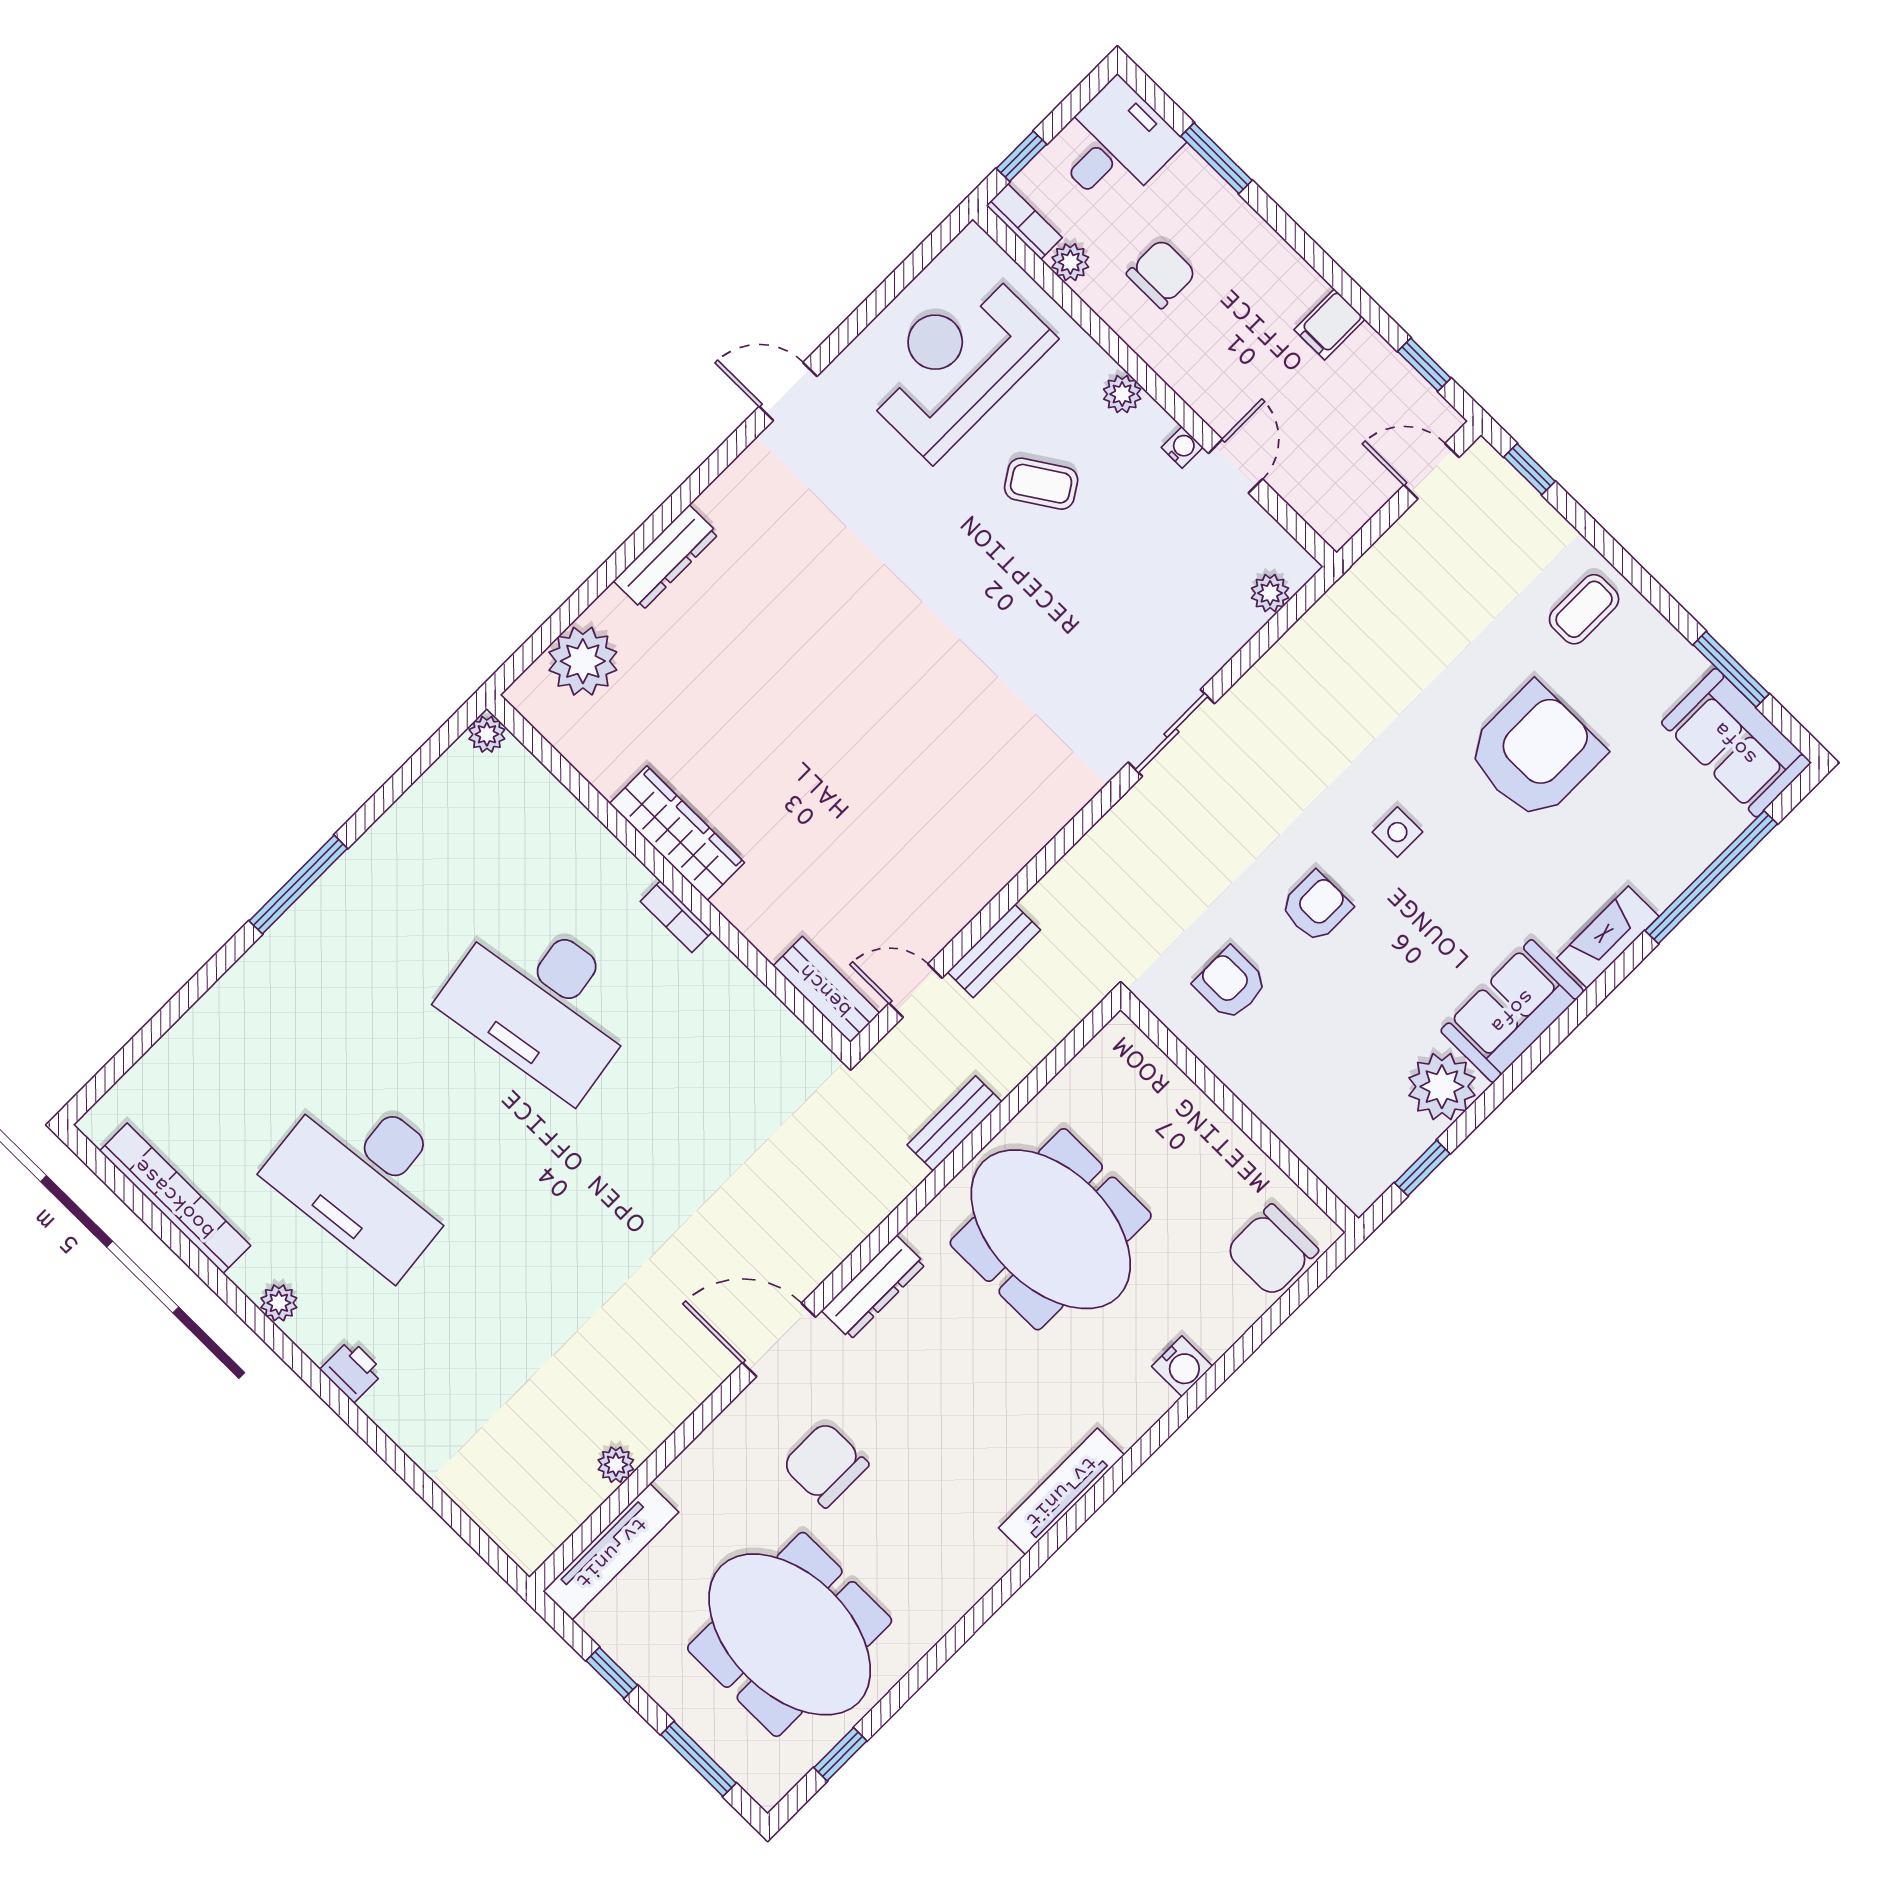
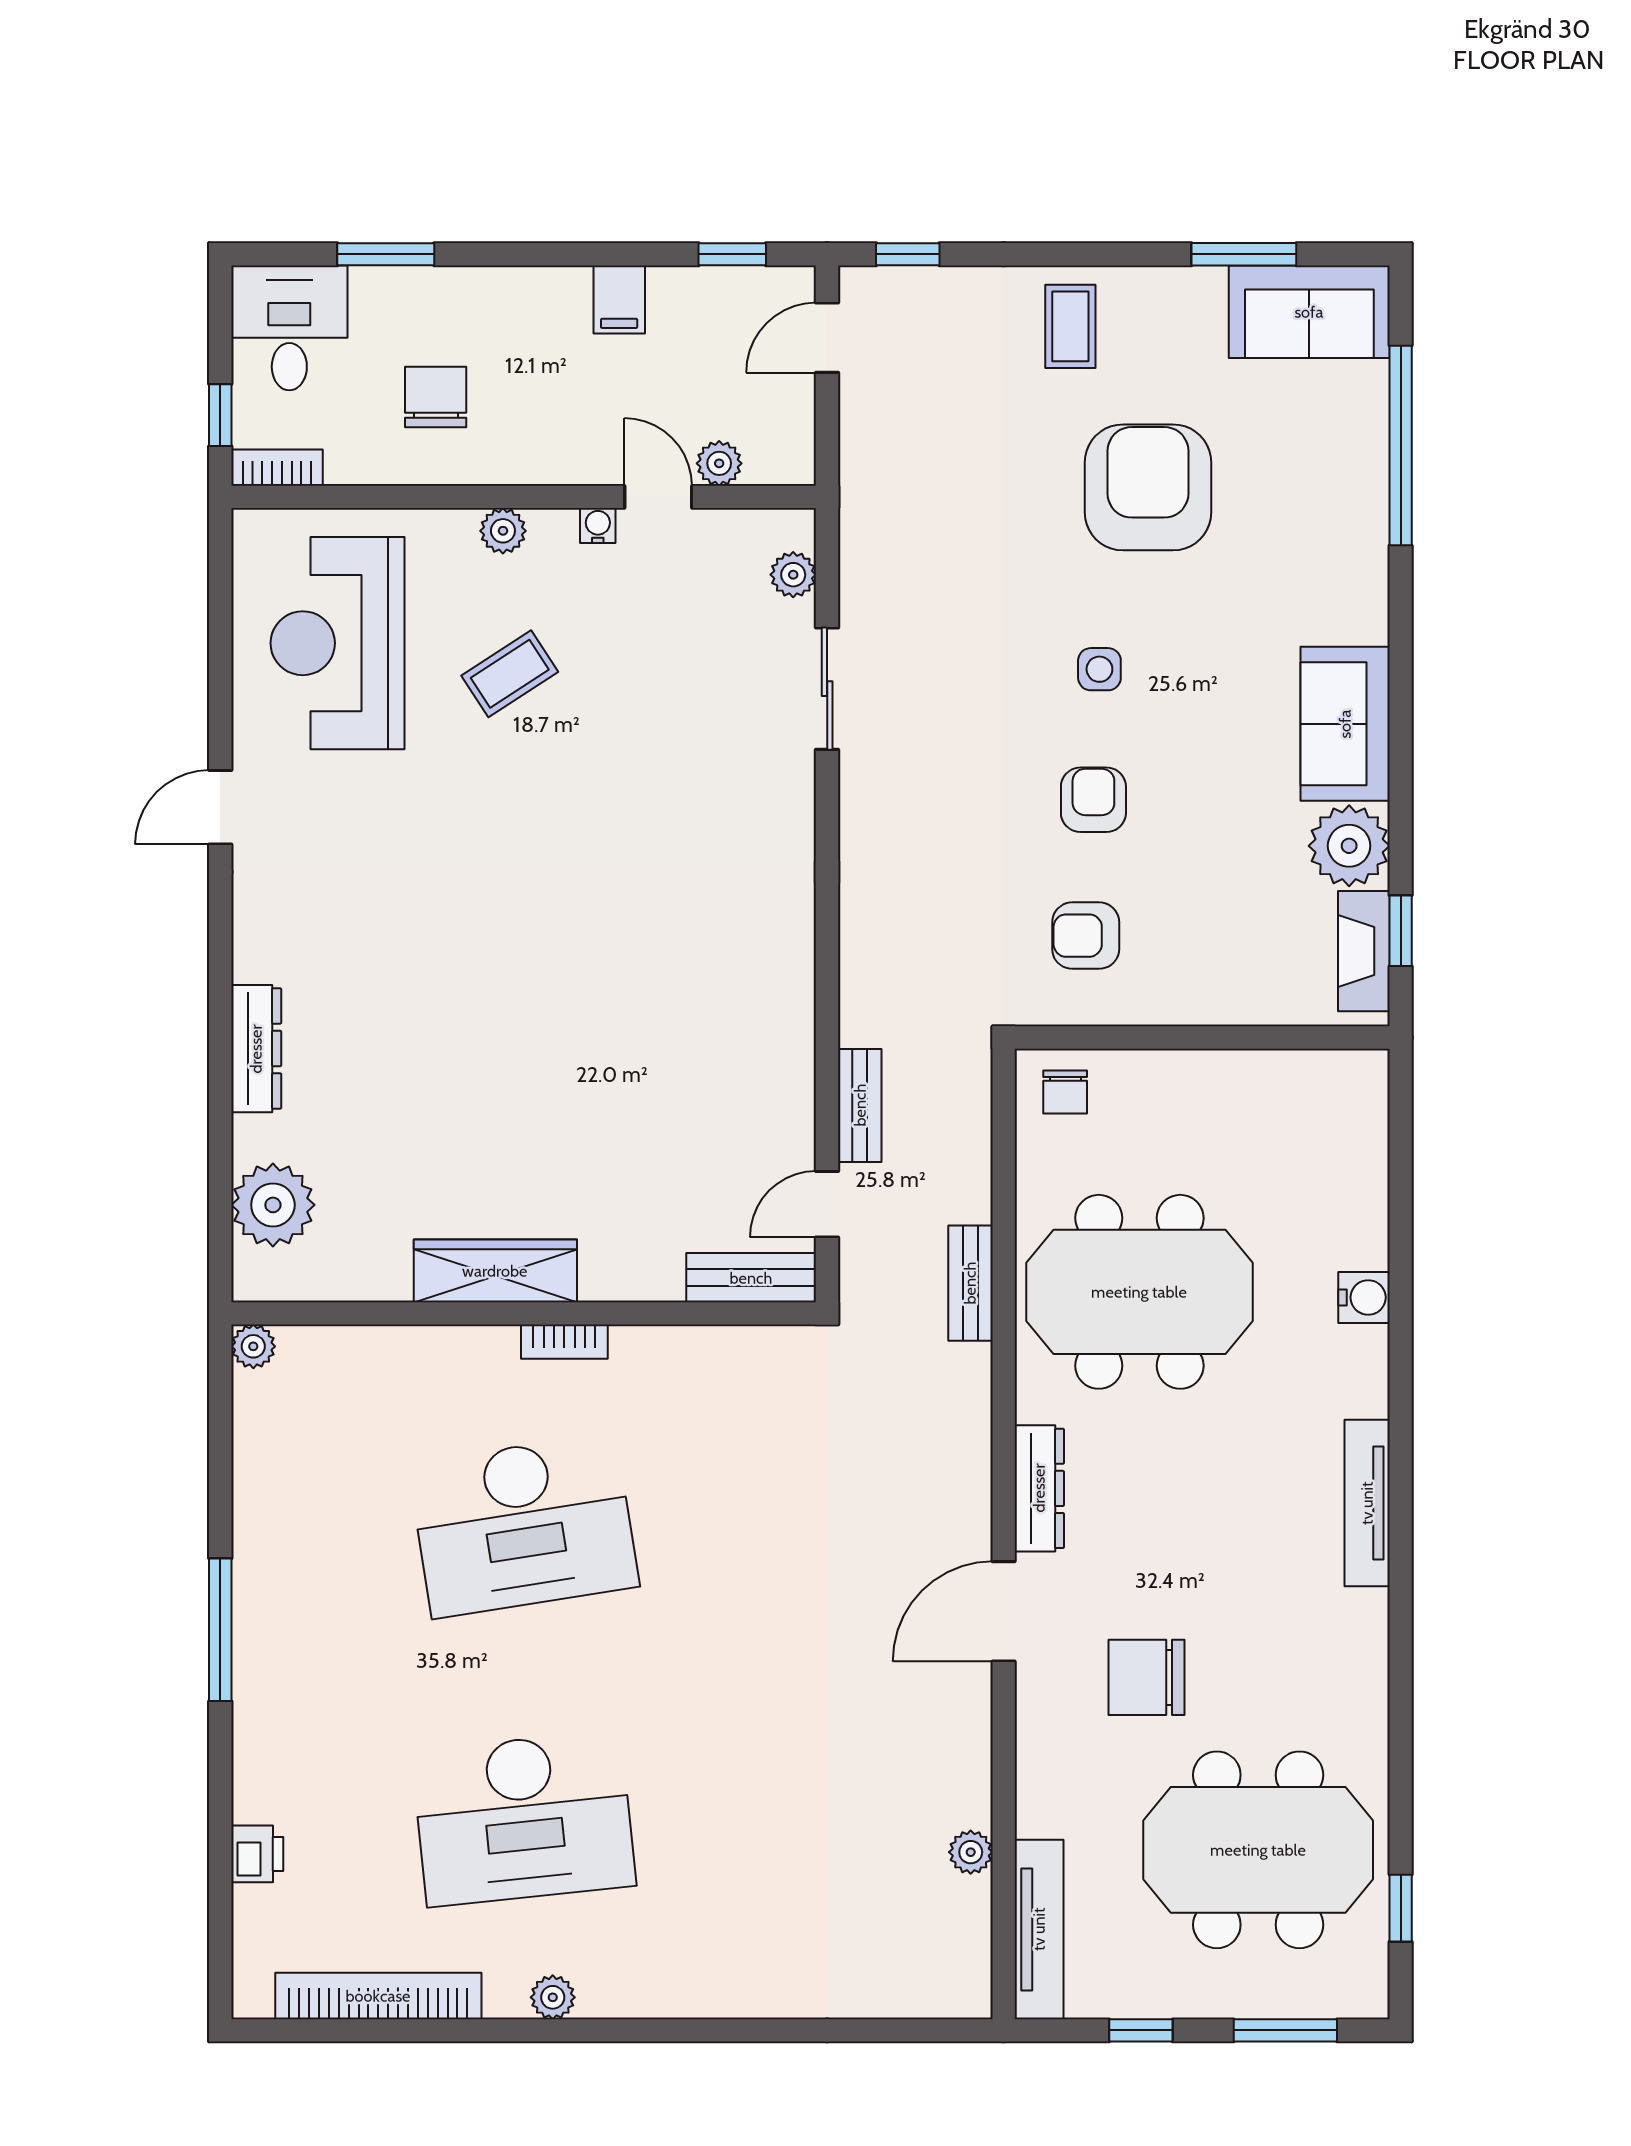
plant: (1070, 262) -> (719, 463), moved
sliding door: (1171, 733) -> (827, 689), moved
fireplace: (1608, 937) -> (1364, 951), moved
chair: (1272, 1251) -> (1065, 1092), moved, width x0.54, depth x0.54
printer: (352, 1371) -> (257, 1854), moved, turned 90

